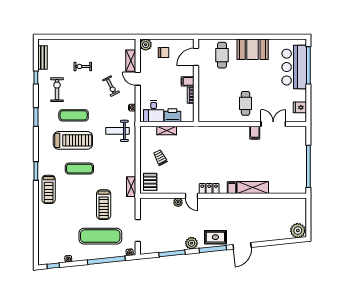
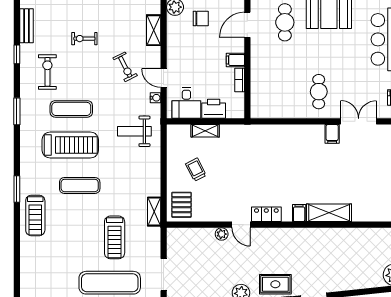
door: (138, 79) -> (164, 78), moved

